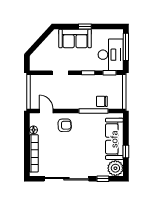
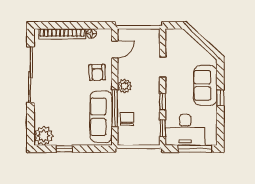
plant: (76, 103) -> (125, 86), added
sofa: (114, 139) -> (101, 117), moved, turned -90
window: (103, 179) -> (31, 120), removed

